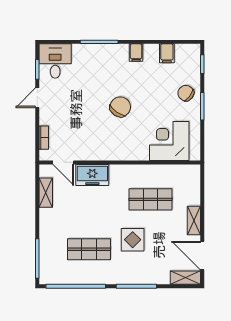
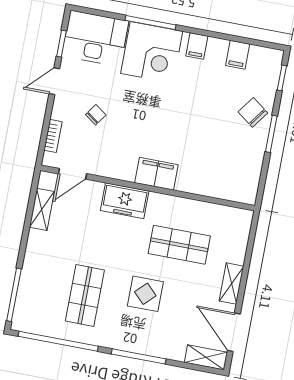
desk: (55, 61) -> (95, 38), width x1.37
chair: (120, 107) -> (96, 115), moved, width x0.54, depth x0.54
corner desk: (169, 141) -> (152, 52), moved, turned 180
filing cabinet: (124, 151) -> (156, 174), added
door: (63, 162) -> (73, 174), hinge flipped
freezer: (92, 175) -> (125, 201), moved
shop shelf: (89, 249) -> (85, 296), turned 90

